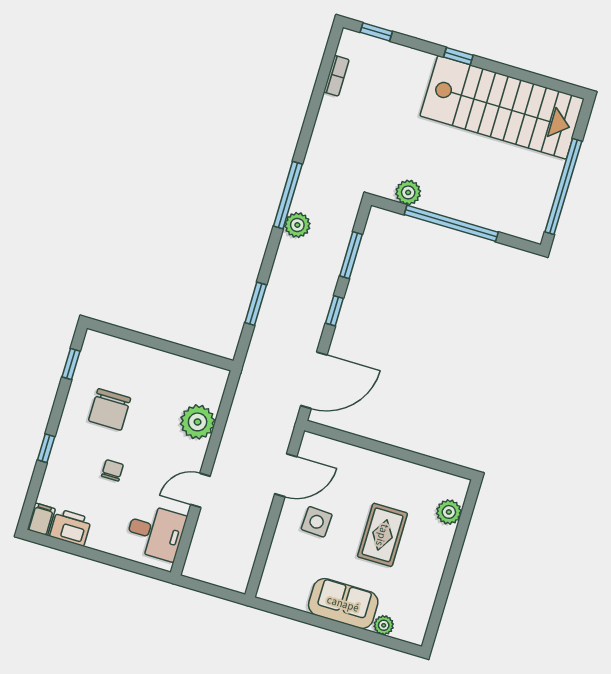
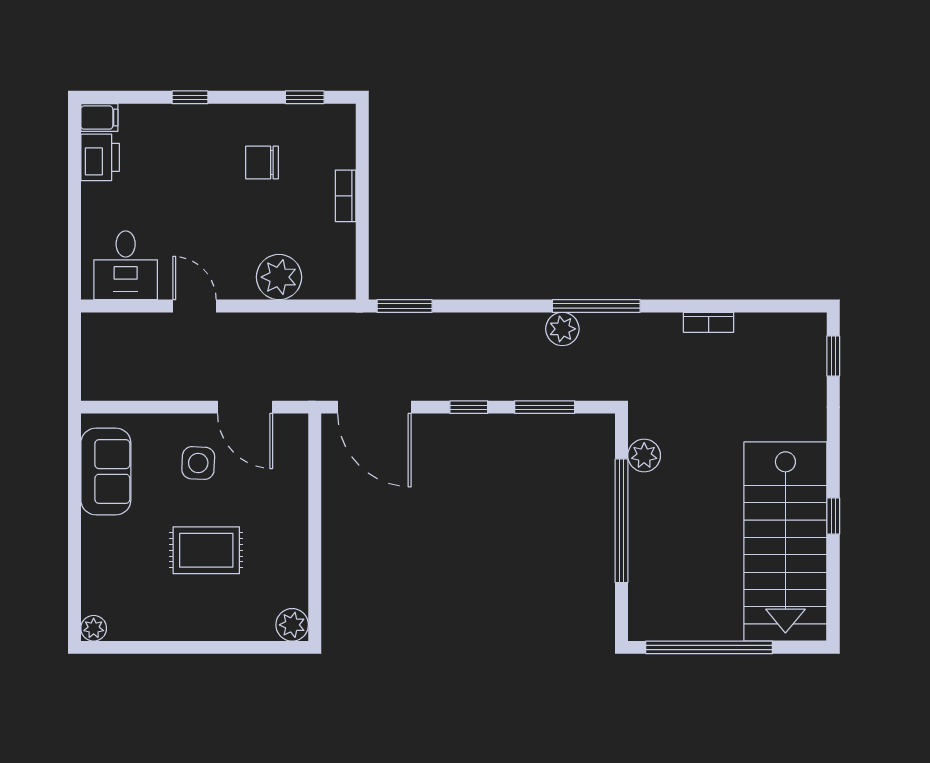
window: (458, 56) -> (833, 516), moved
bookcase: (336, 76) -> (709, 322), moved
window: (256, 304) -> (405, 306), moved
bookcase: (152, 355) -> (346, 196), added
chair: (110, 409) -> (262, 162), width x0.73, depth x0.73
chair: (112, 470) -> (187, 189), removed
plant: (449, 512) -> (292, 625), moved
sofa: (343, 604) -> (106, 471), moved
plant: (384, 625) -> (94, 628), moved

